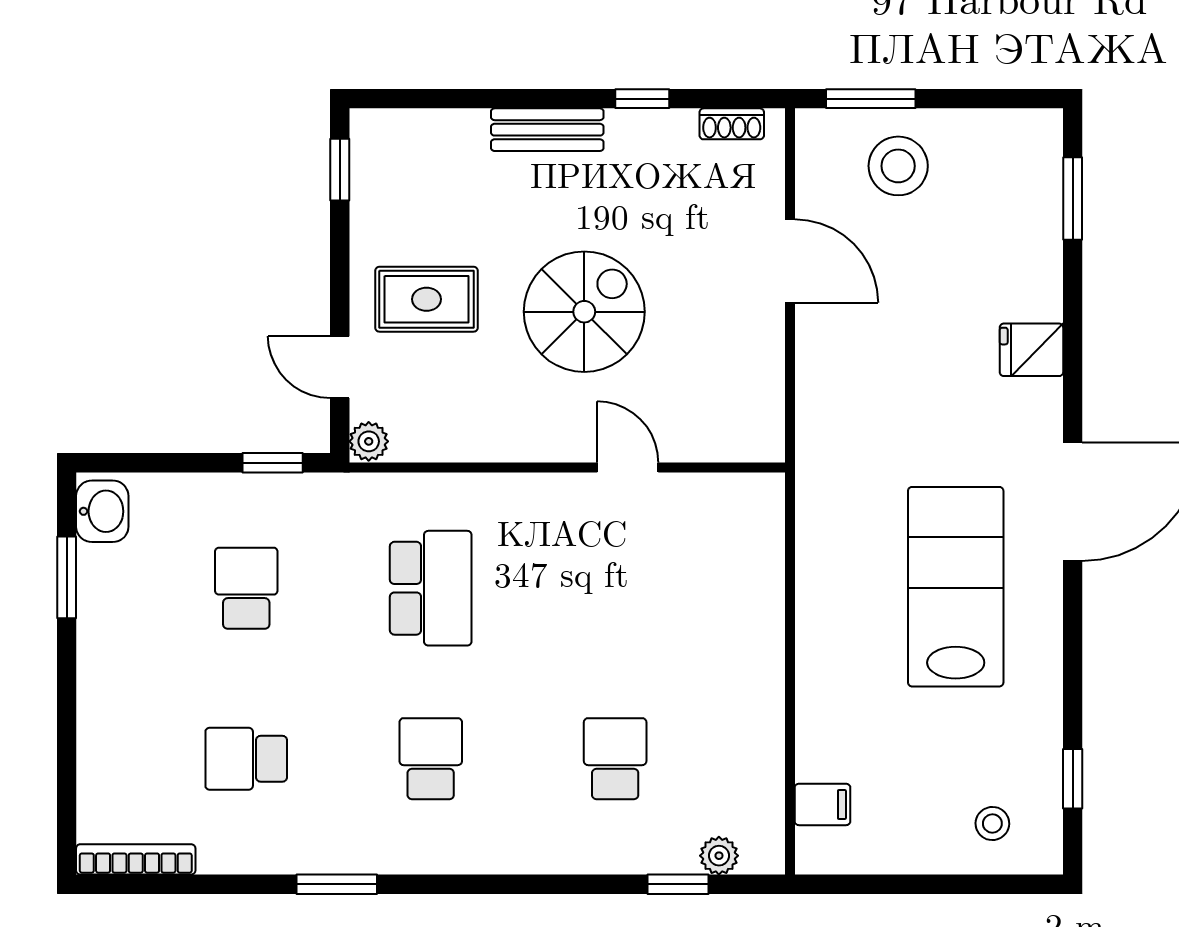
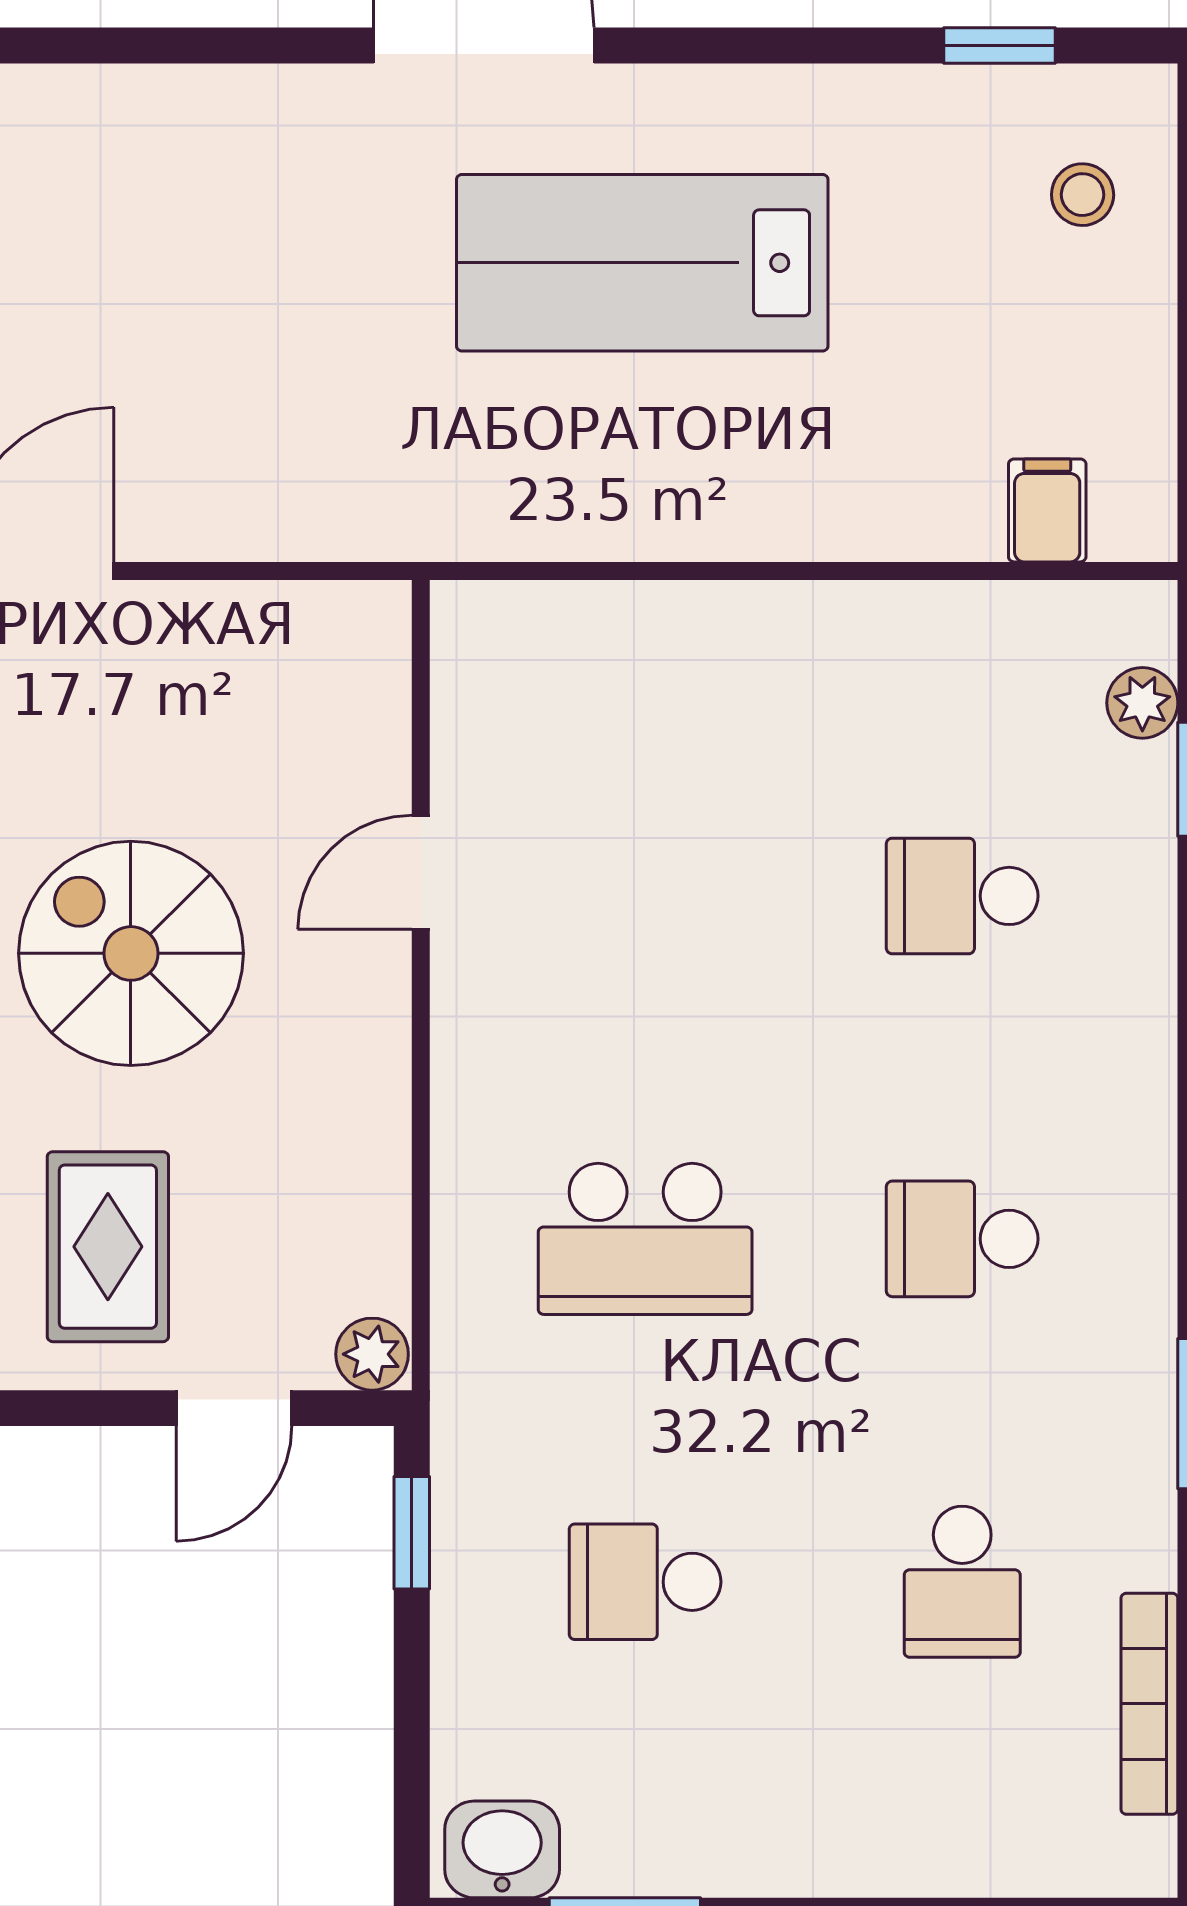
fridge: (1031, 350) -> (202, 122), removed
school desk: (431, 588) -> (645, 1239), turned 180
bookcase: (136, 859) -> (1149, 1704), moved

